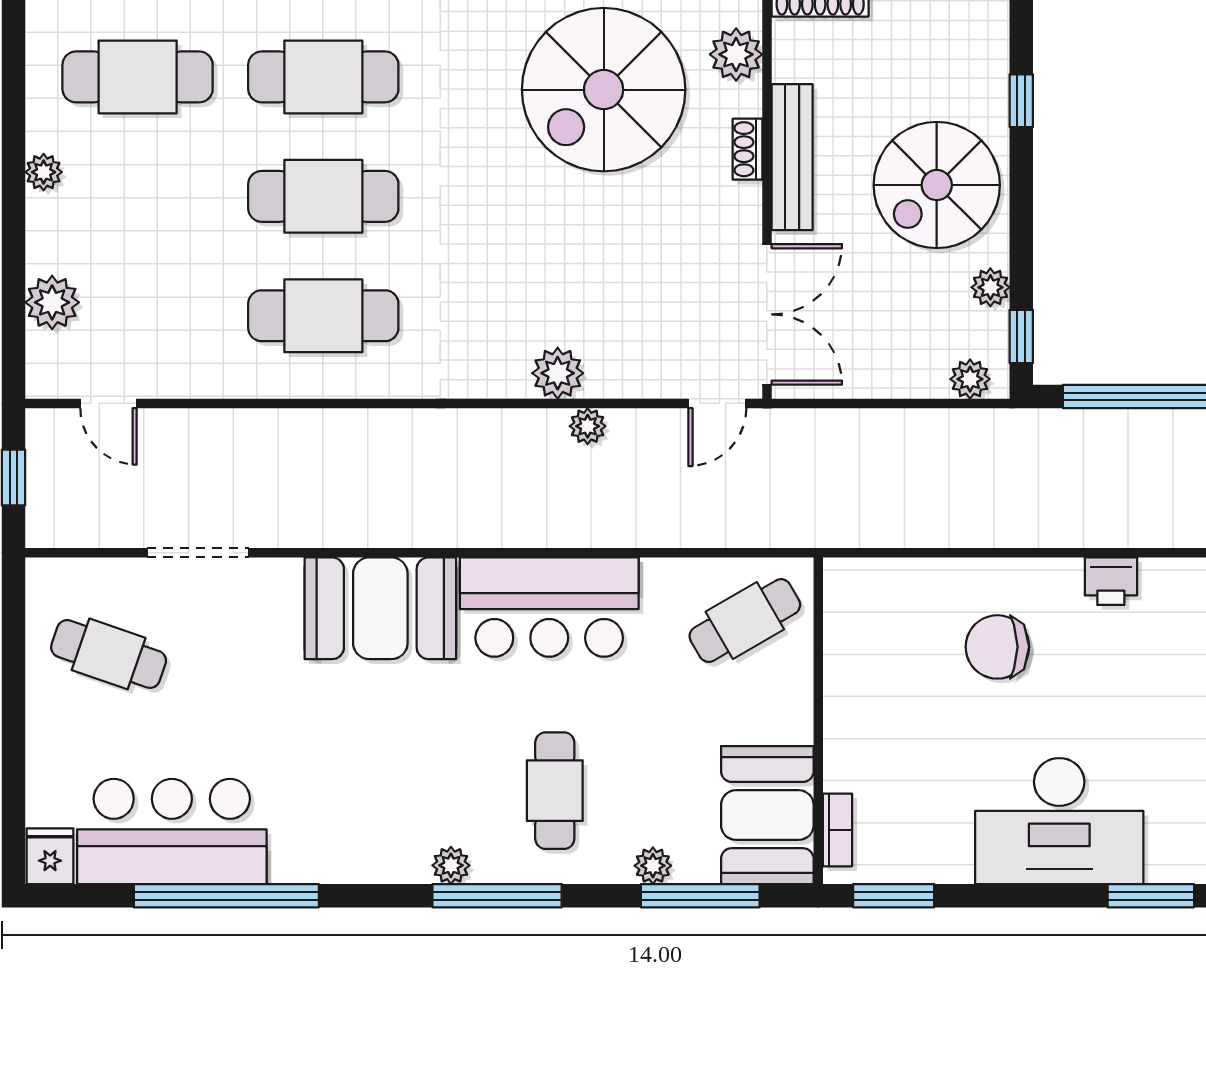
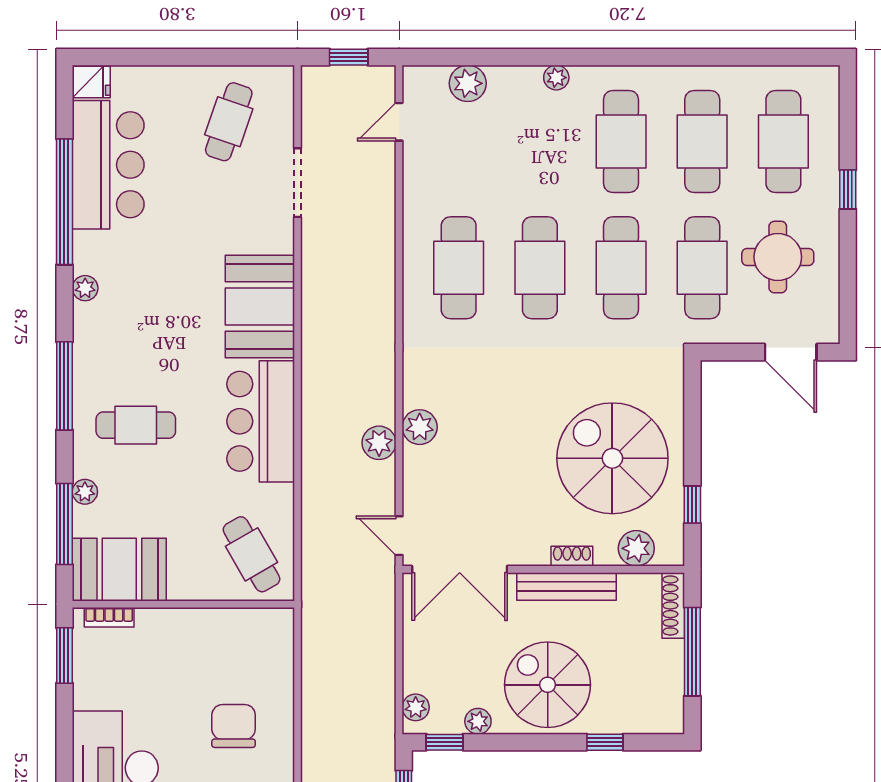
plant: (588, 426) -> (379, 443), width x1.38, depth x1.38
plant: (451, 865) -> (85, 288), moved

